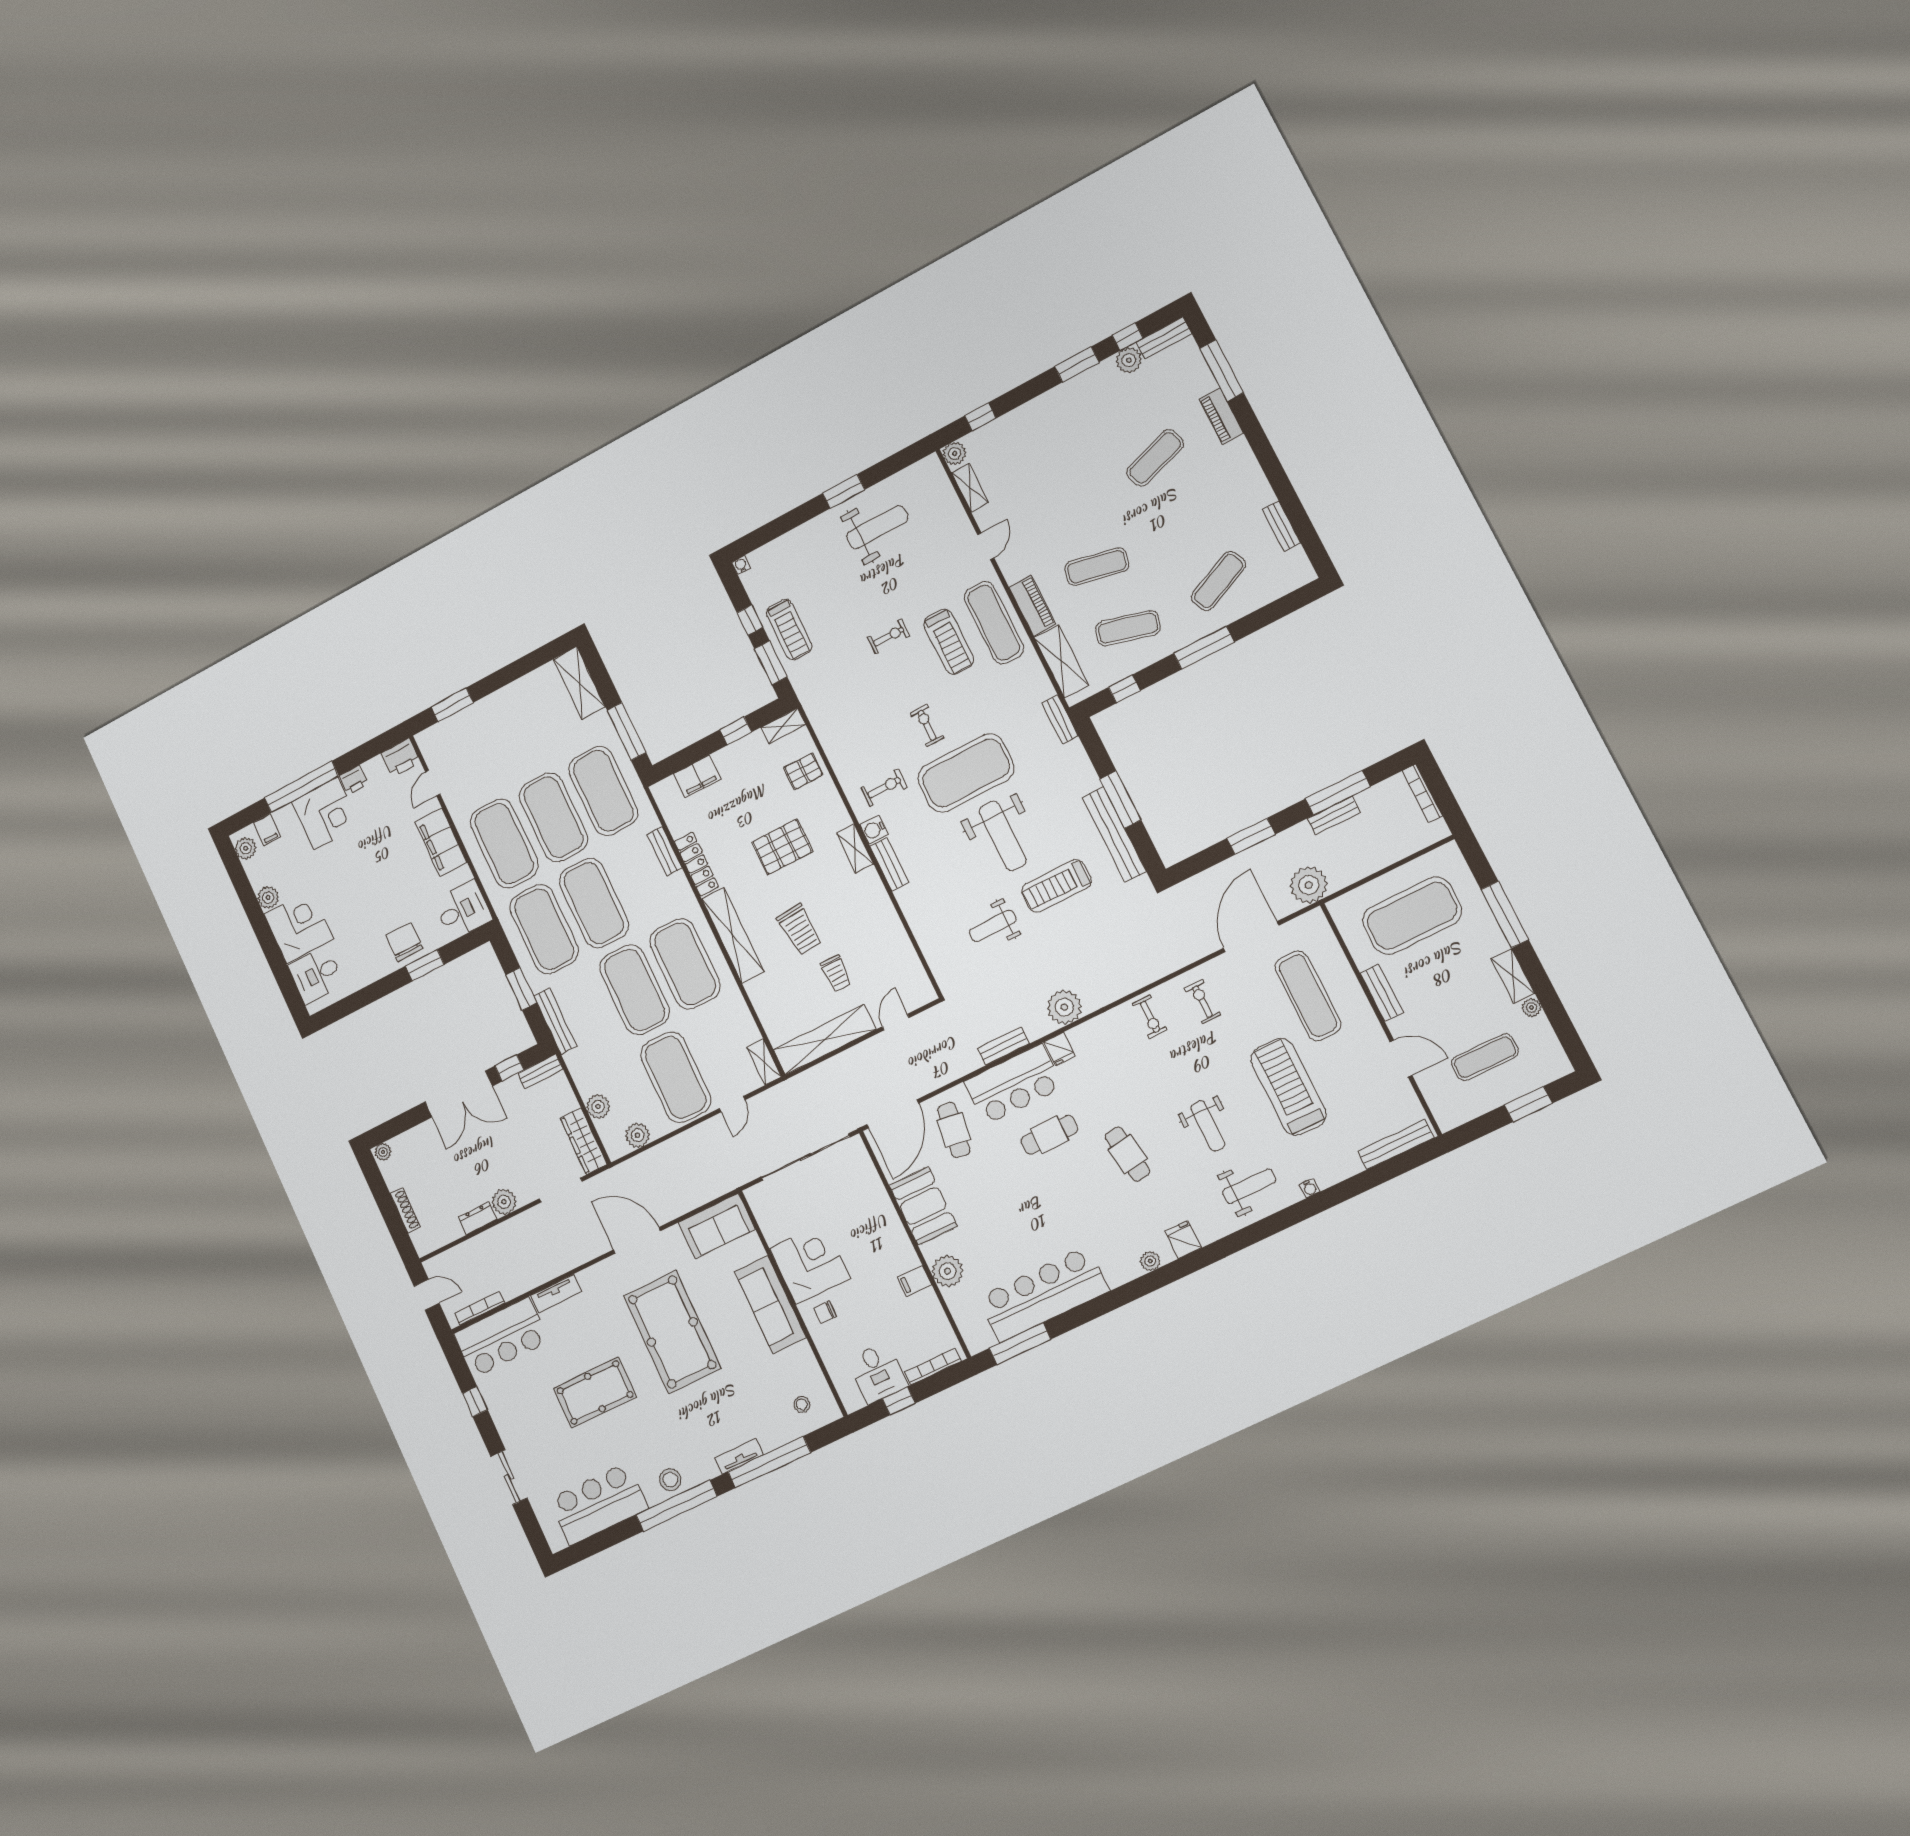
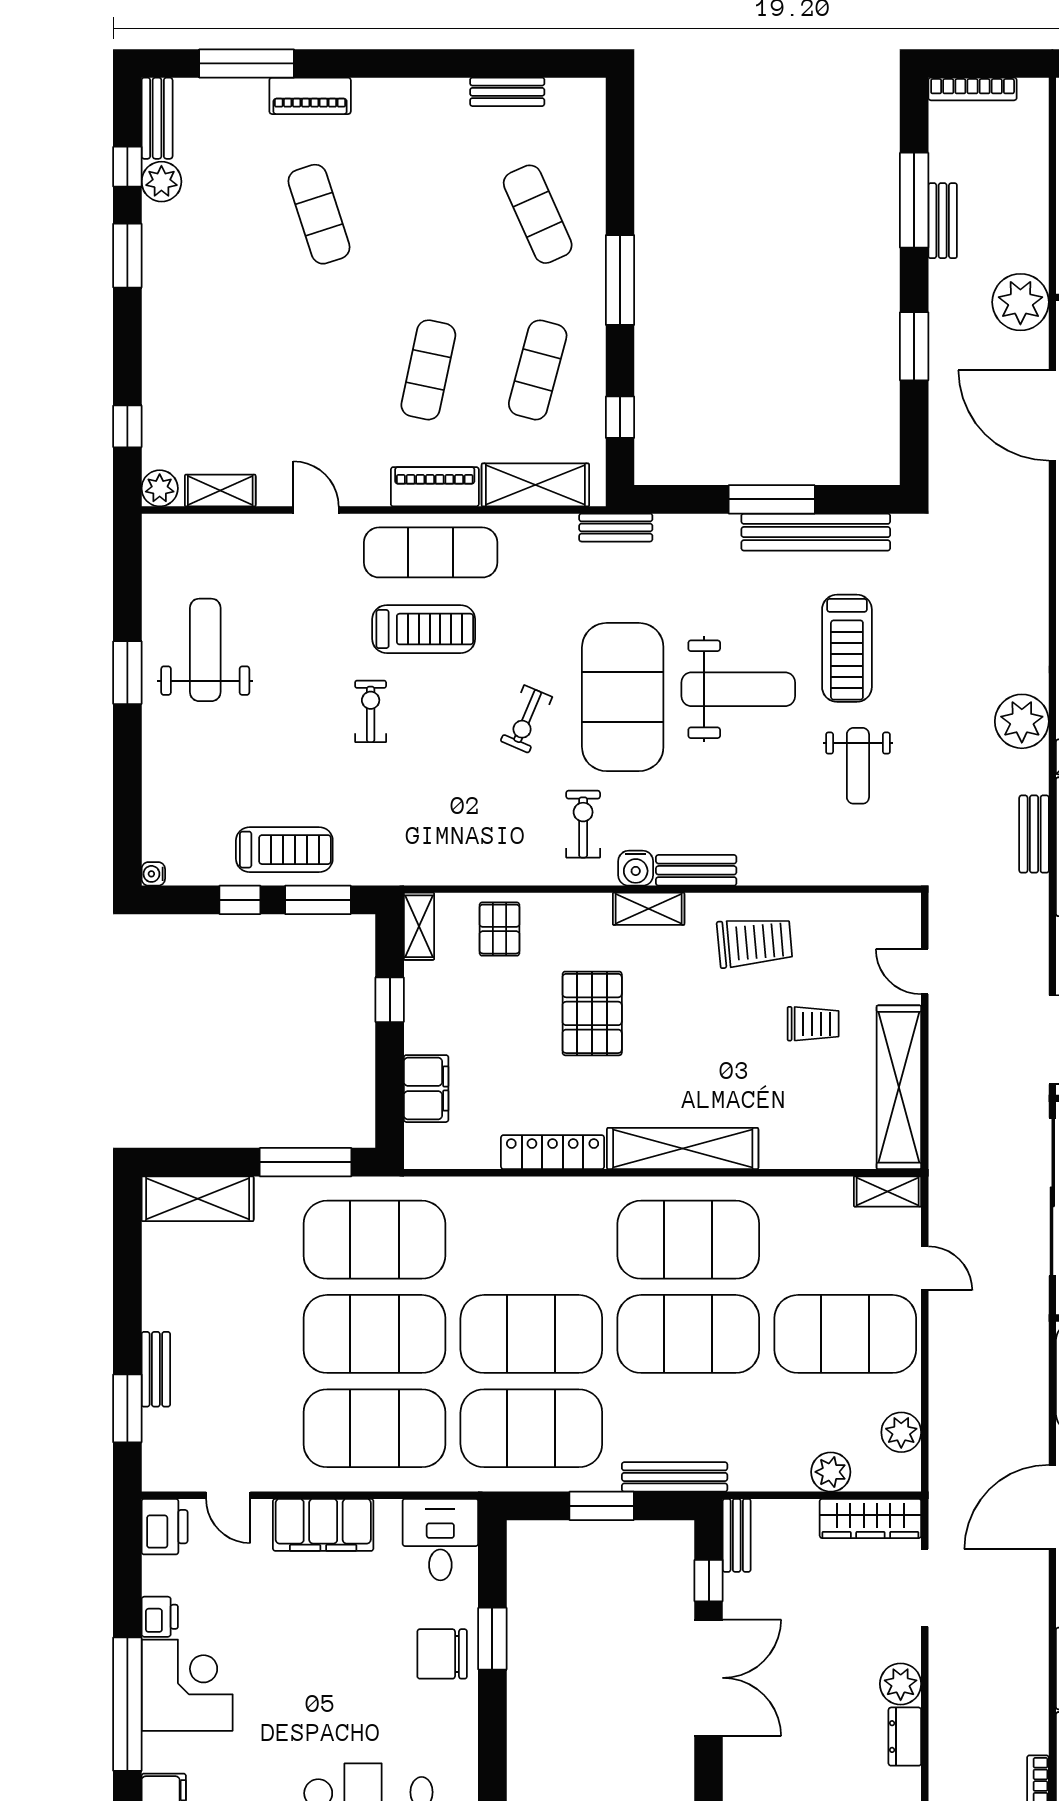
exercise bike: (927, 725) -> (526, 719), turned -67
bench: (665, 851) -> (156, 1369), moved, turned 90
trolley: (800, 930) -> (755, 942), moved

